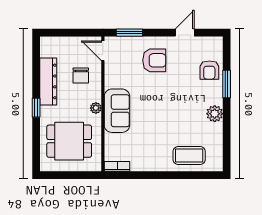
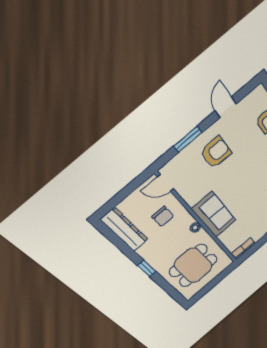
window: (129, 33) -> (188, 139), moved
dresser: (48, 81) -> (125, 230), moved

